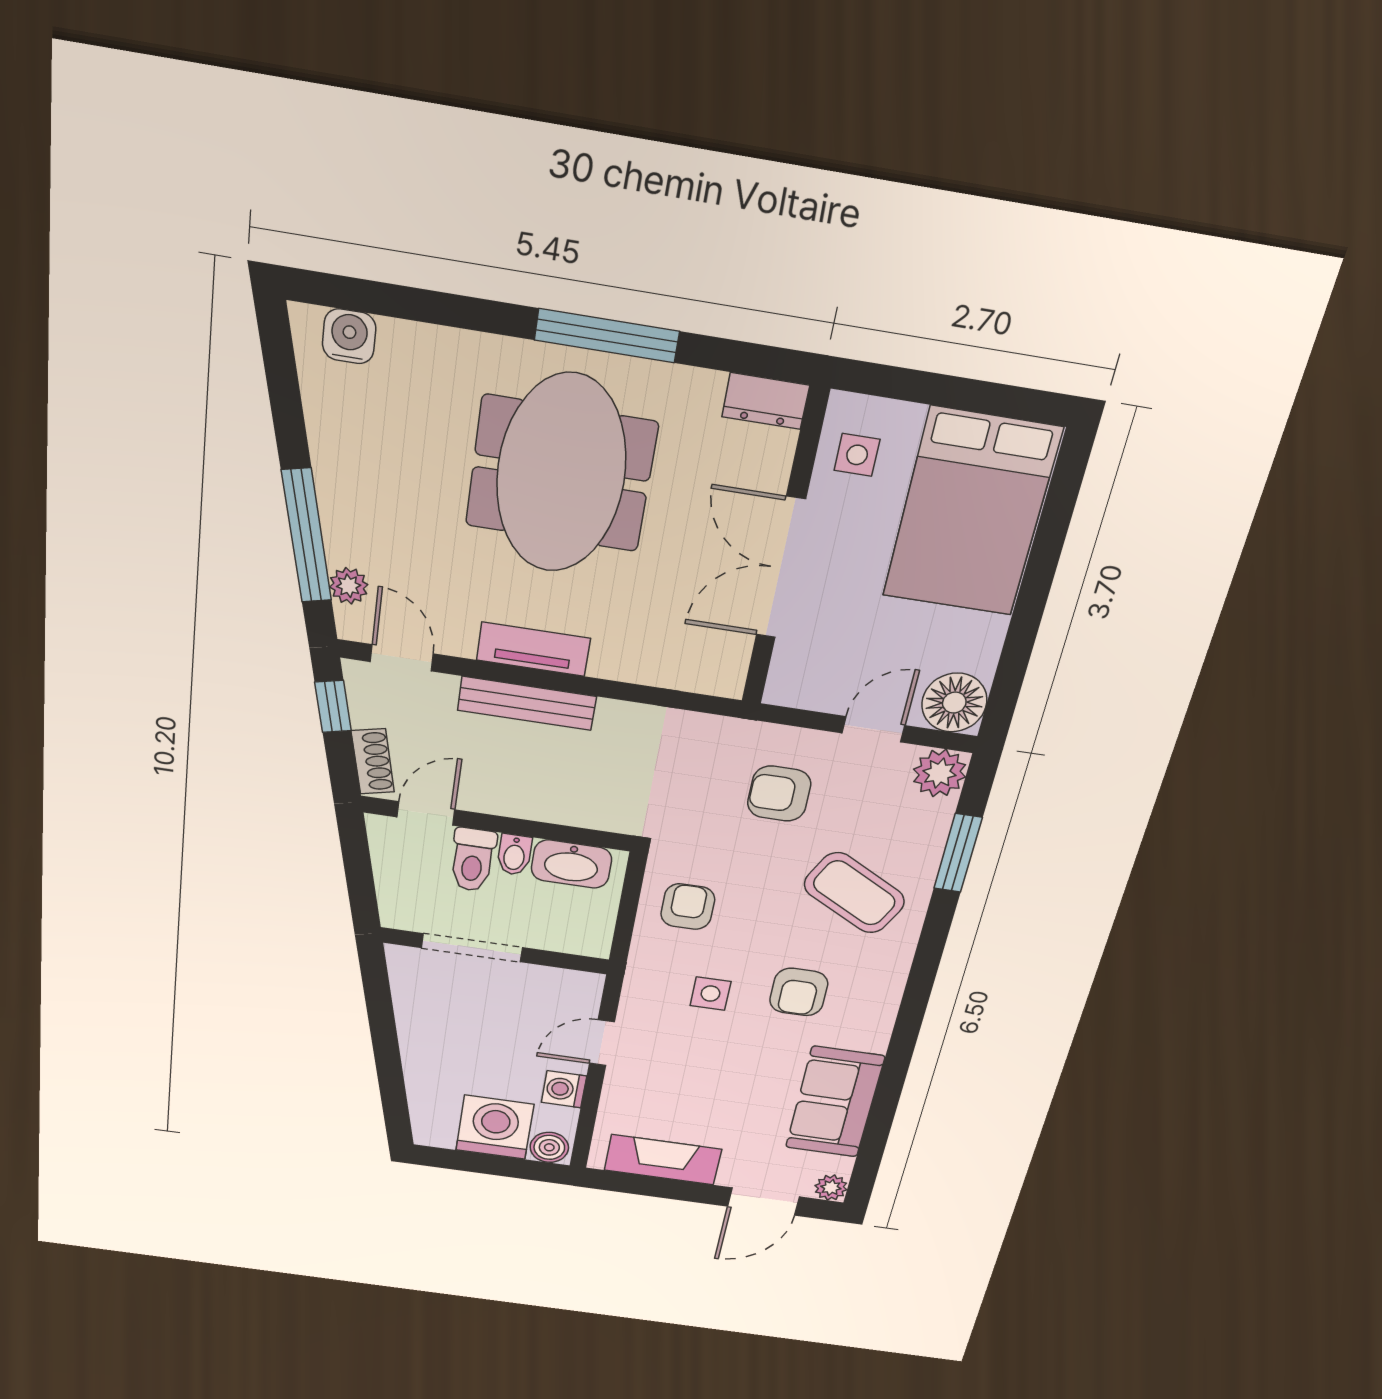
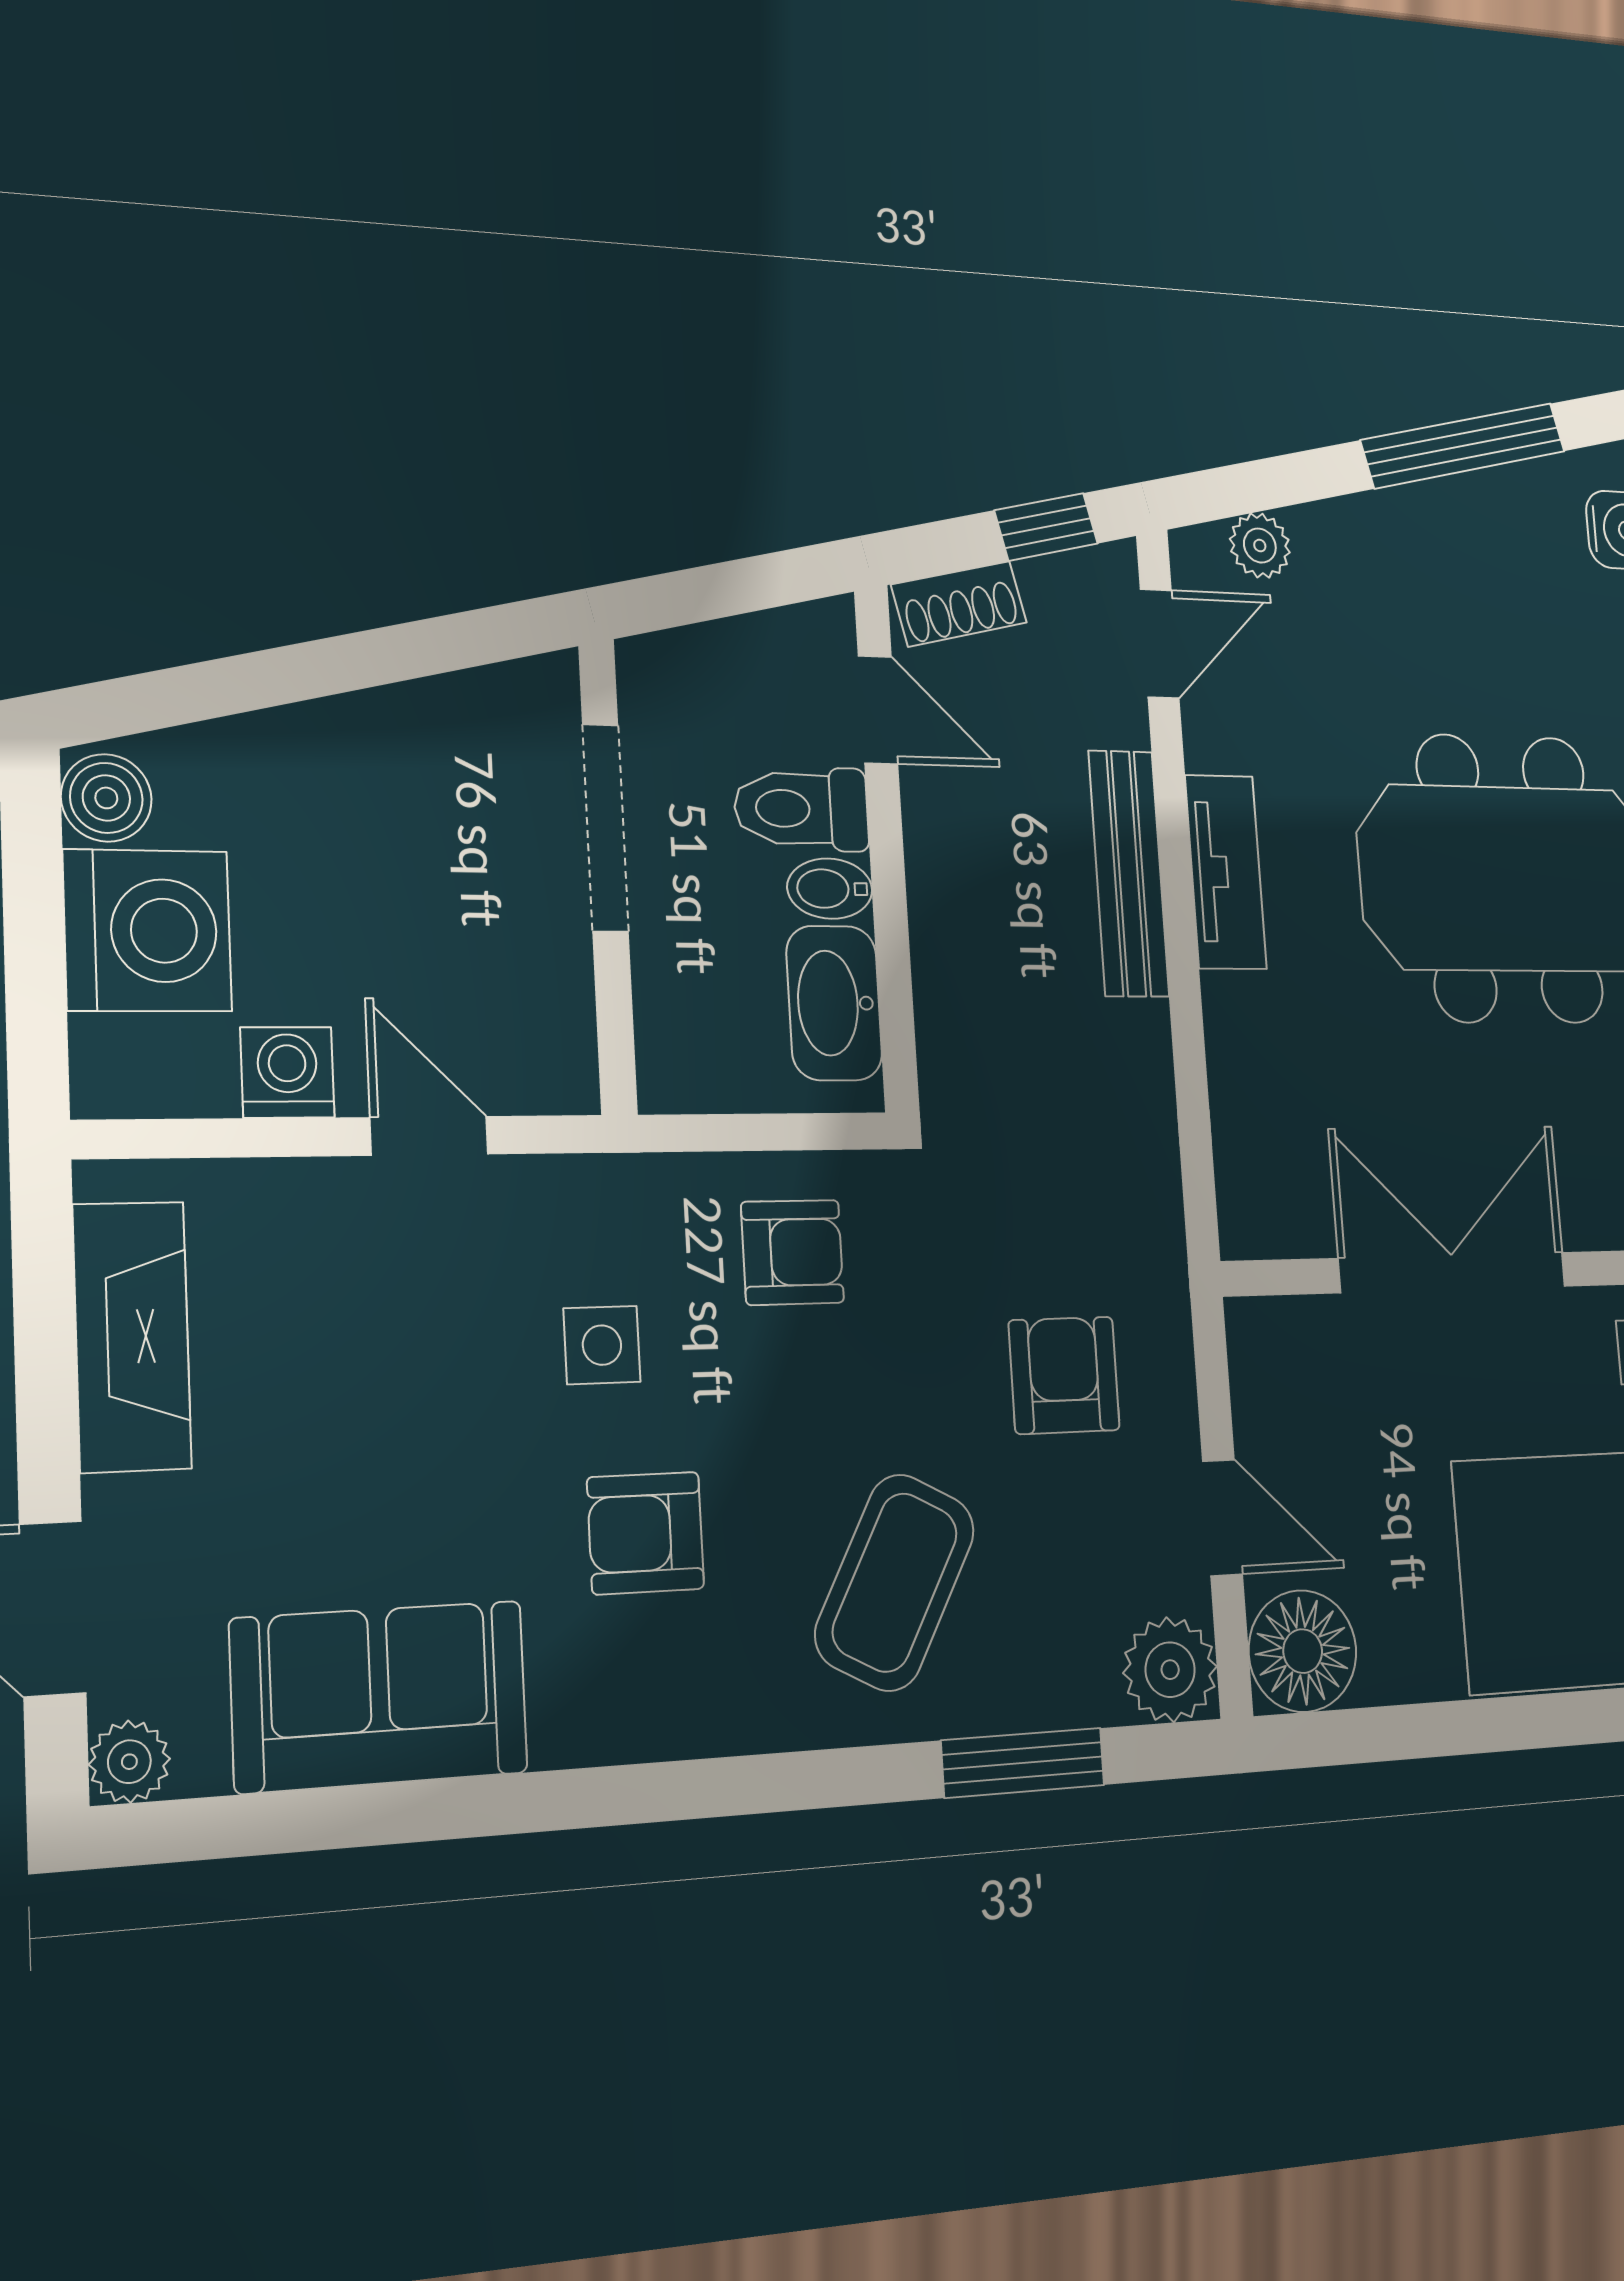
window: (307, 536) -> (1463, 446), moved
boiler: (549, 1147) -> (106, 798), moved

